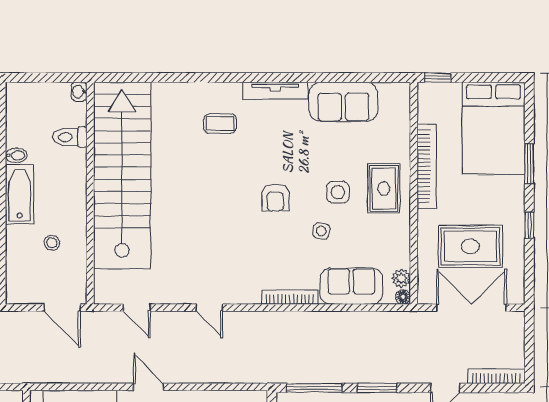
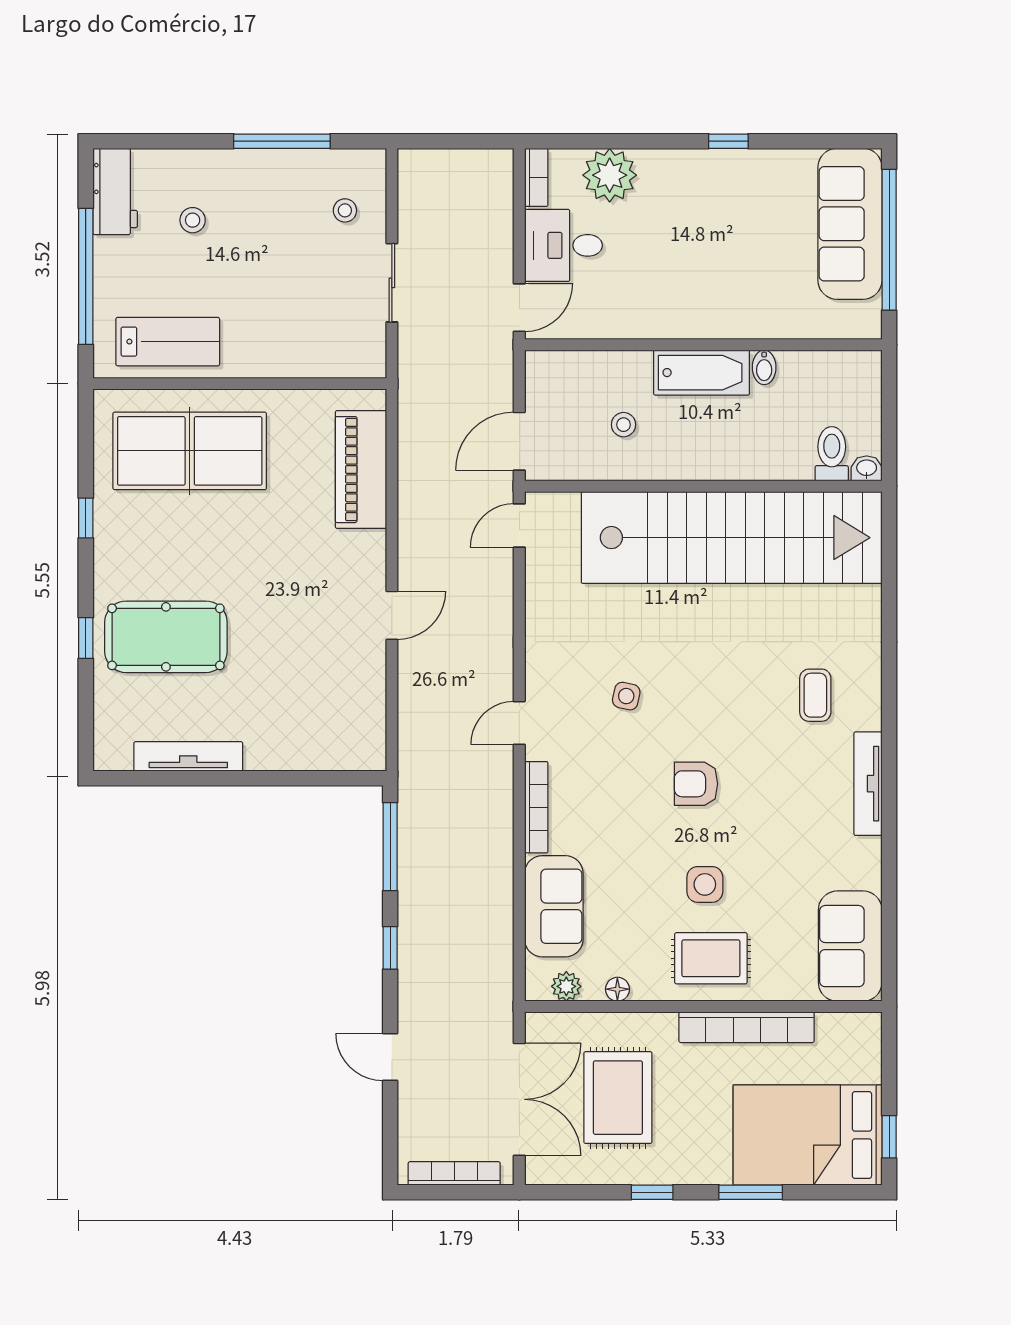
window: (438, 78) -> (889, 1137), moved
sofa: (343, 102) -> (850, 946), moved
toilet: (70, 137) -> (832, 454), moved
side table: (321, 231) -> (626, 696), moved
floor lamp: (403, 297) -> (617, 989), moved
door: (137, 308) -> (519, 525), moved
door: (209, 308) -> (519, 723), moved
bookcase: (496, 376) -> (454, 1173), moved, turned -90
door: (148, 387) -> (392, 615), moved
window: (377, 388) -> (390, 948), width x0.67

